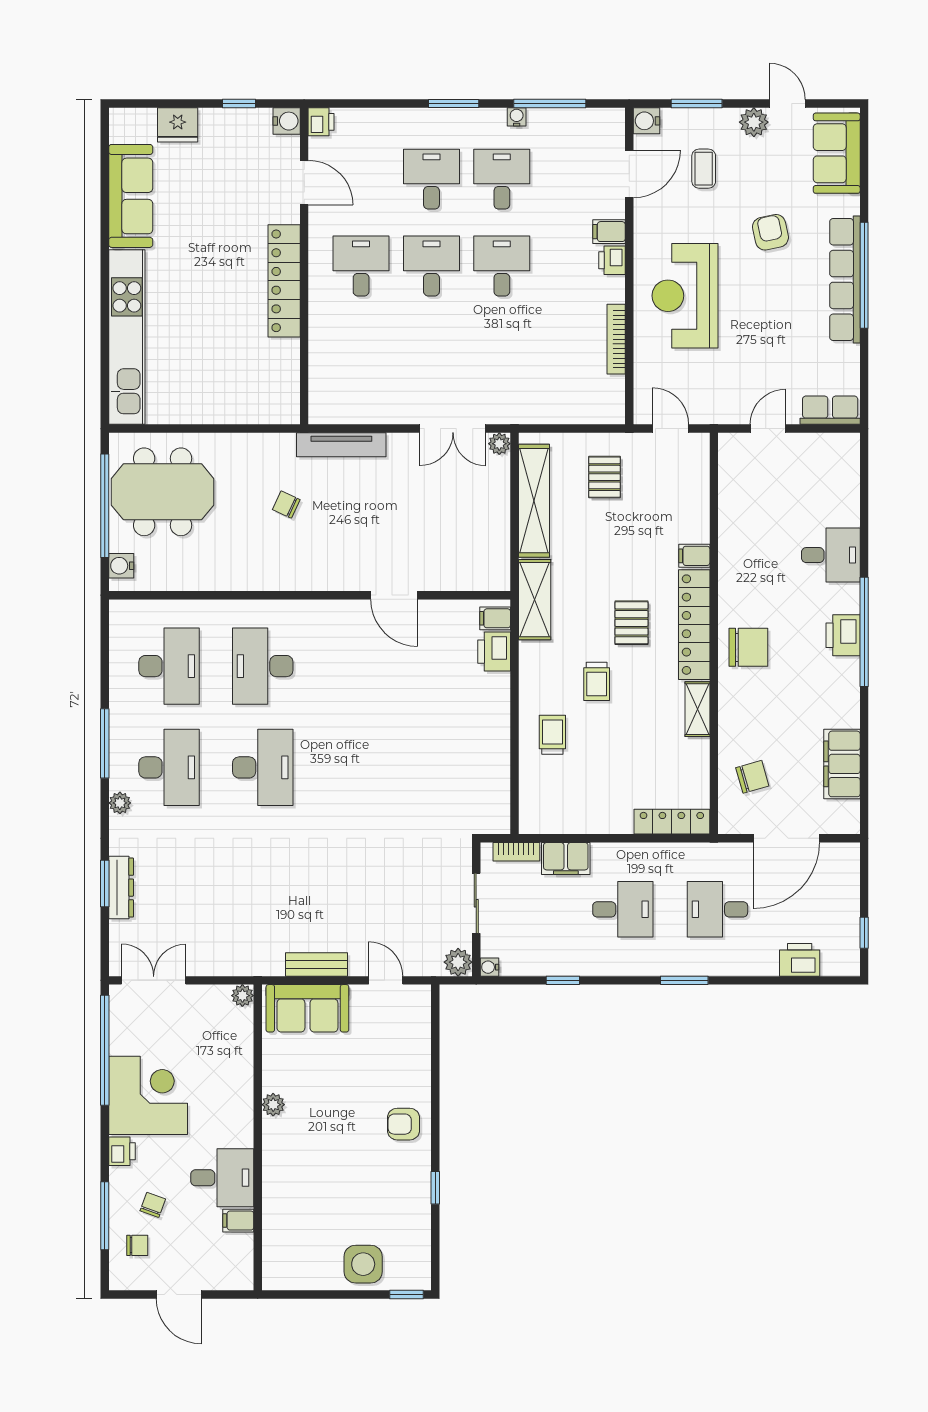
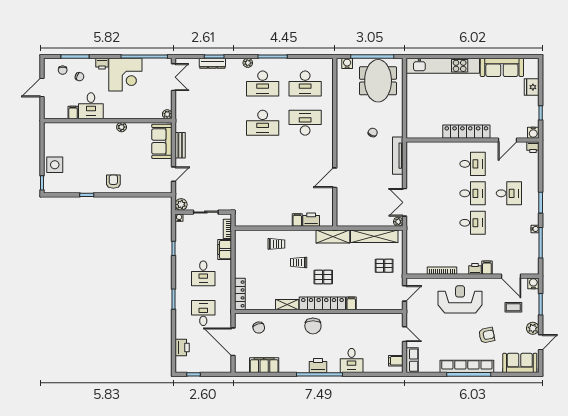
desk: (502, 179) -> (509, 223), removed
filing cabinet: (831, 450) -> (396, 361), added
filing cabinet: (495, 618) -> (297, 220), moved

